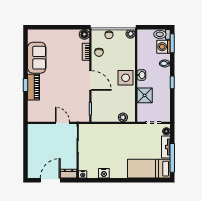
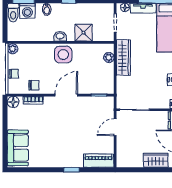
sofa: (37, 58) -> (18, 148), moved, turned 90
piano: (34, 87) -> (99, 161), moved
wardrobe: (123, 130) -> (123, 58), added
wardrobe: (34, 158) -> (156, 160), added

